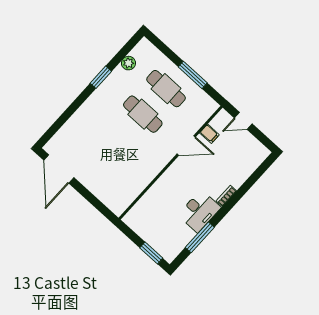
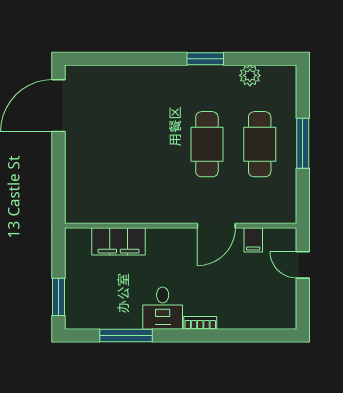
window: (193, 75) -> (303, 143), moved
door: (186, 145) -> (216, 226), hinge flipped
filing cabinet: (151, 200) -> (118, 241), added
desk: (199, 211) -> (163, 308), width x0.73

